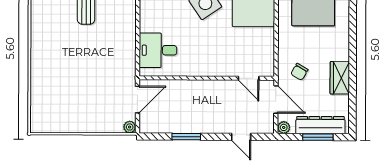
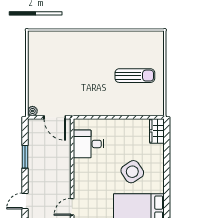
desk: (158, 50) -> (89, 144), moved, turned -90

